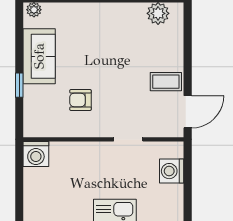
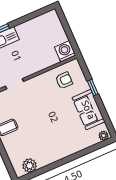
armchair: (80, 100) -> (64, 80), moved

